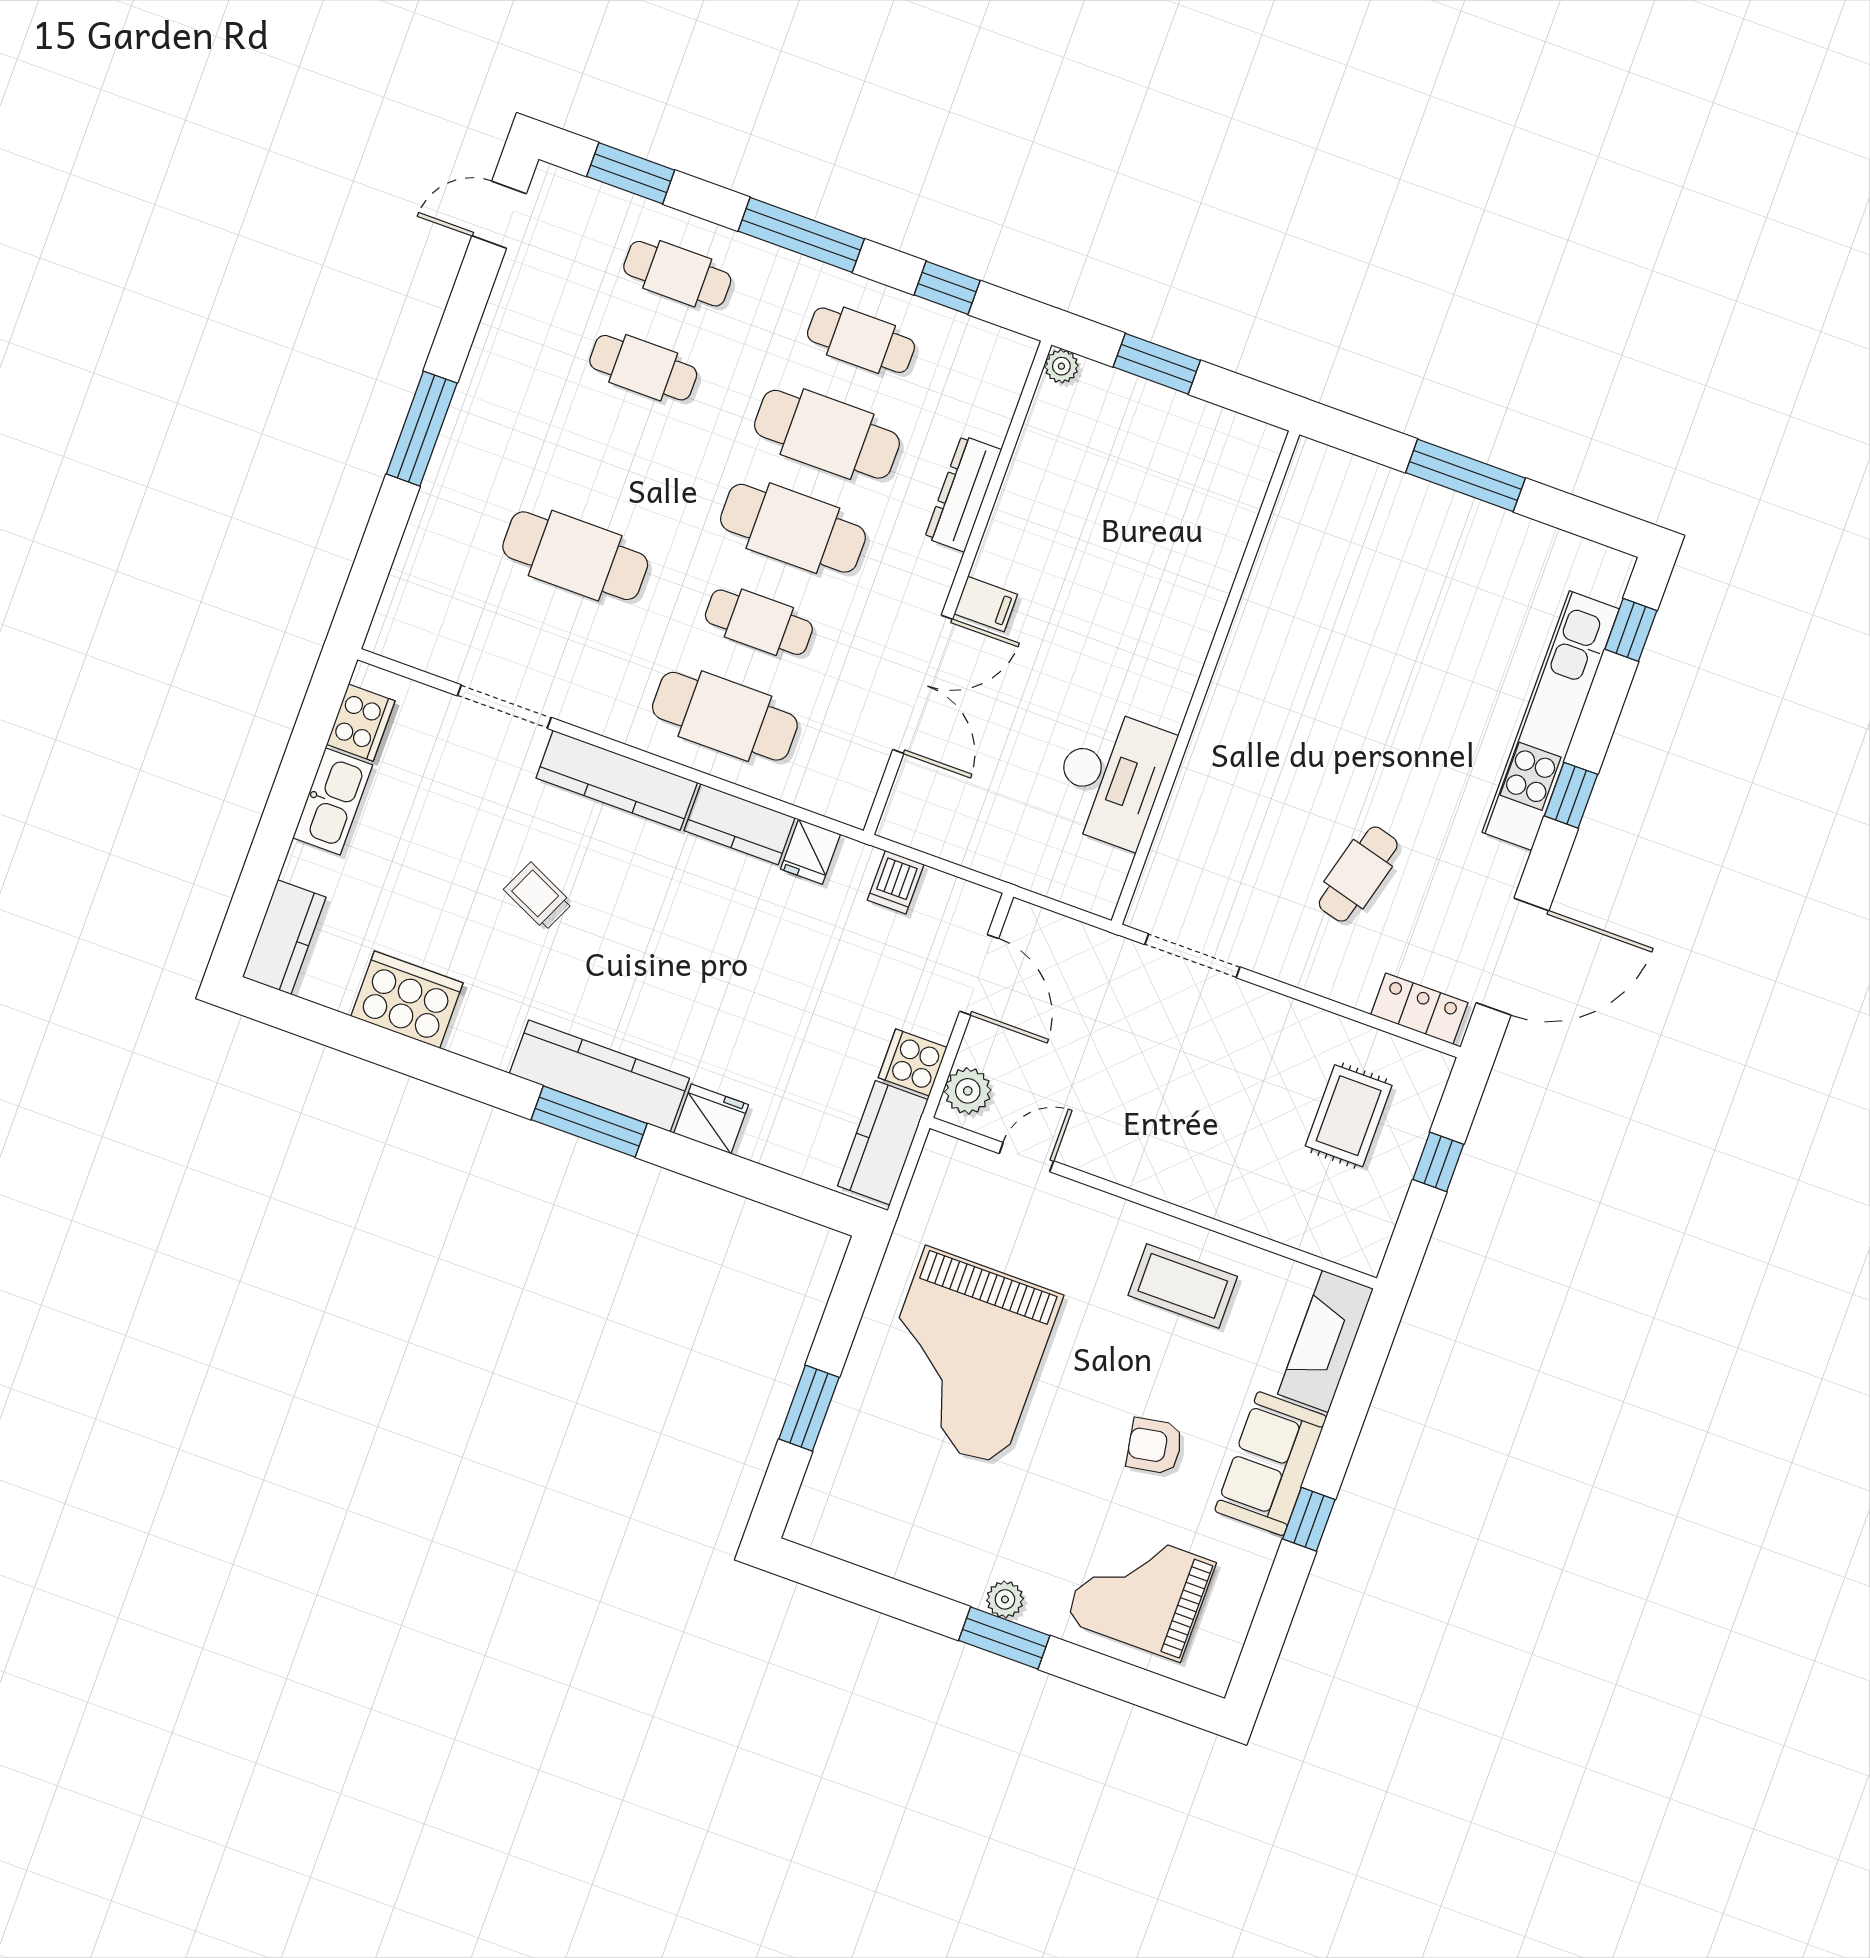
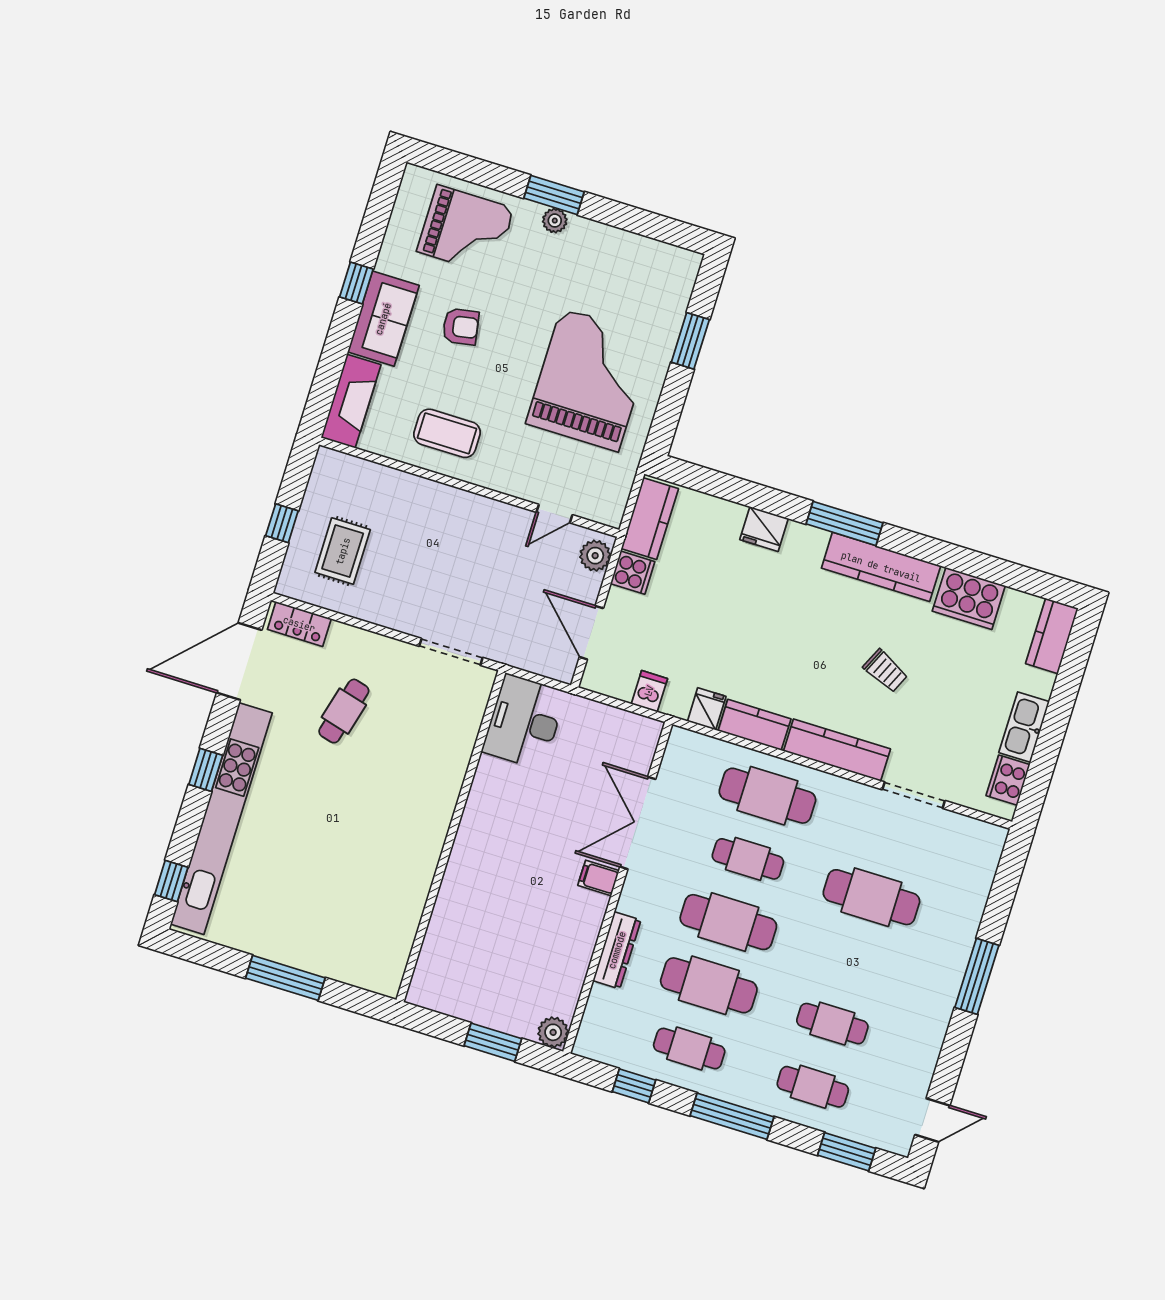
plant: (1061, 366) -> (553, 1032), width x1.38, depth x1.38
kitchen unit: (1551, 721) -> (221, 819), width x1.36
desk: (1111, 778) -> (524, 722), moved
kitchen counter: (599, 1076) -> (881, 567), moved

